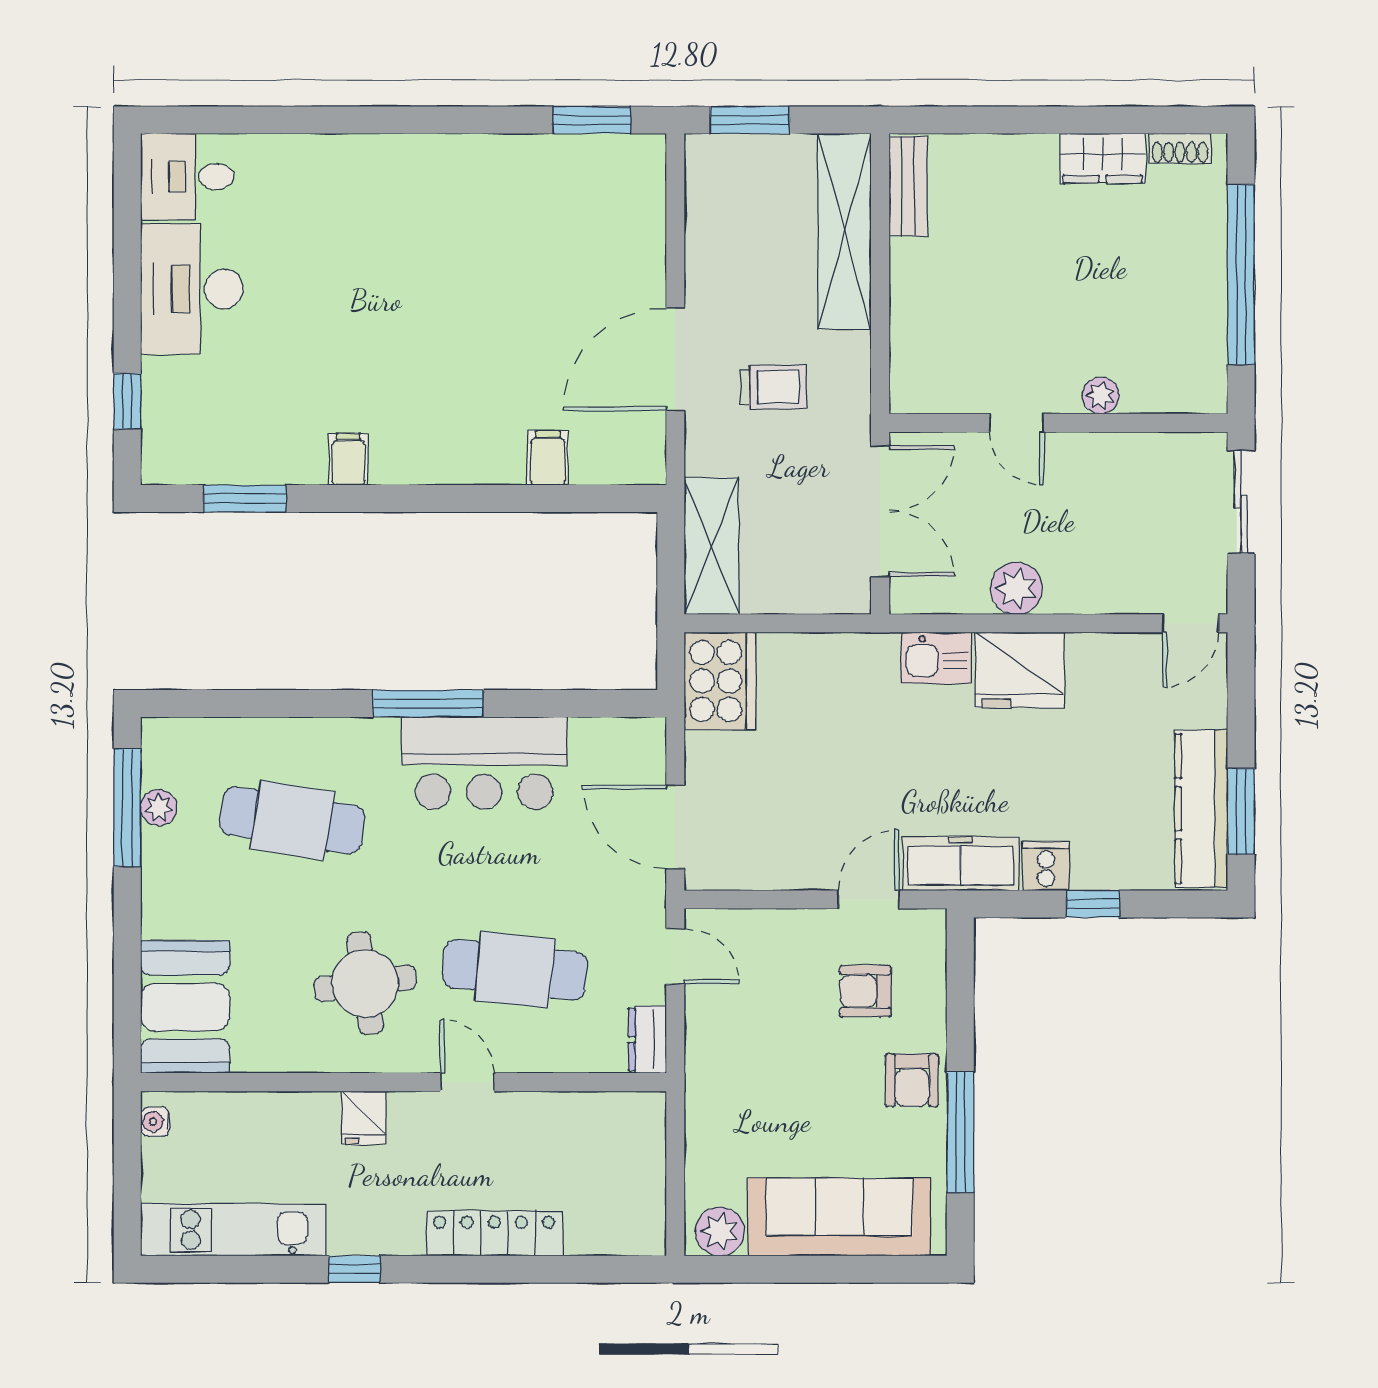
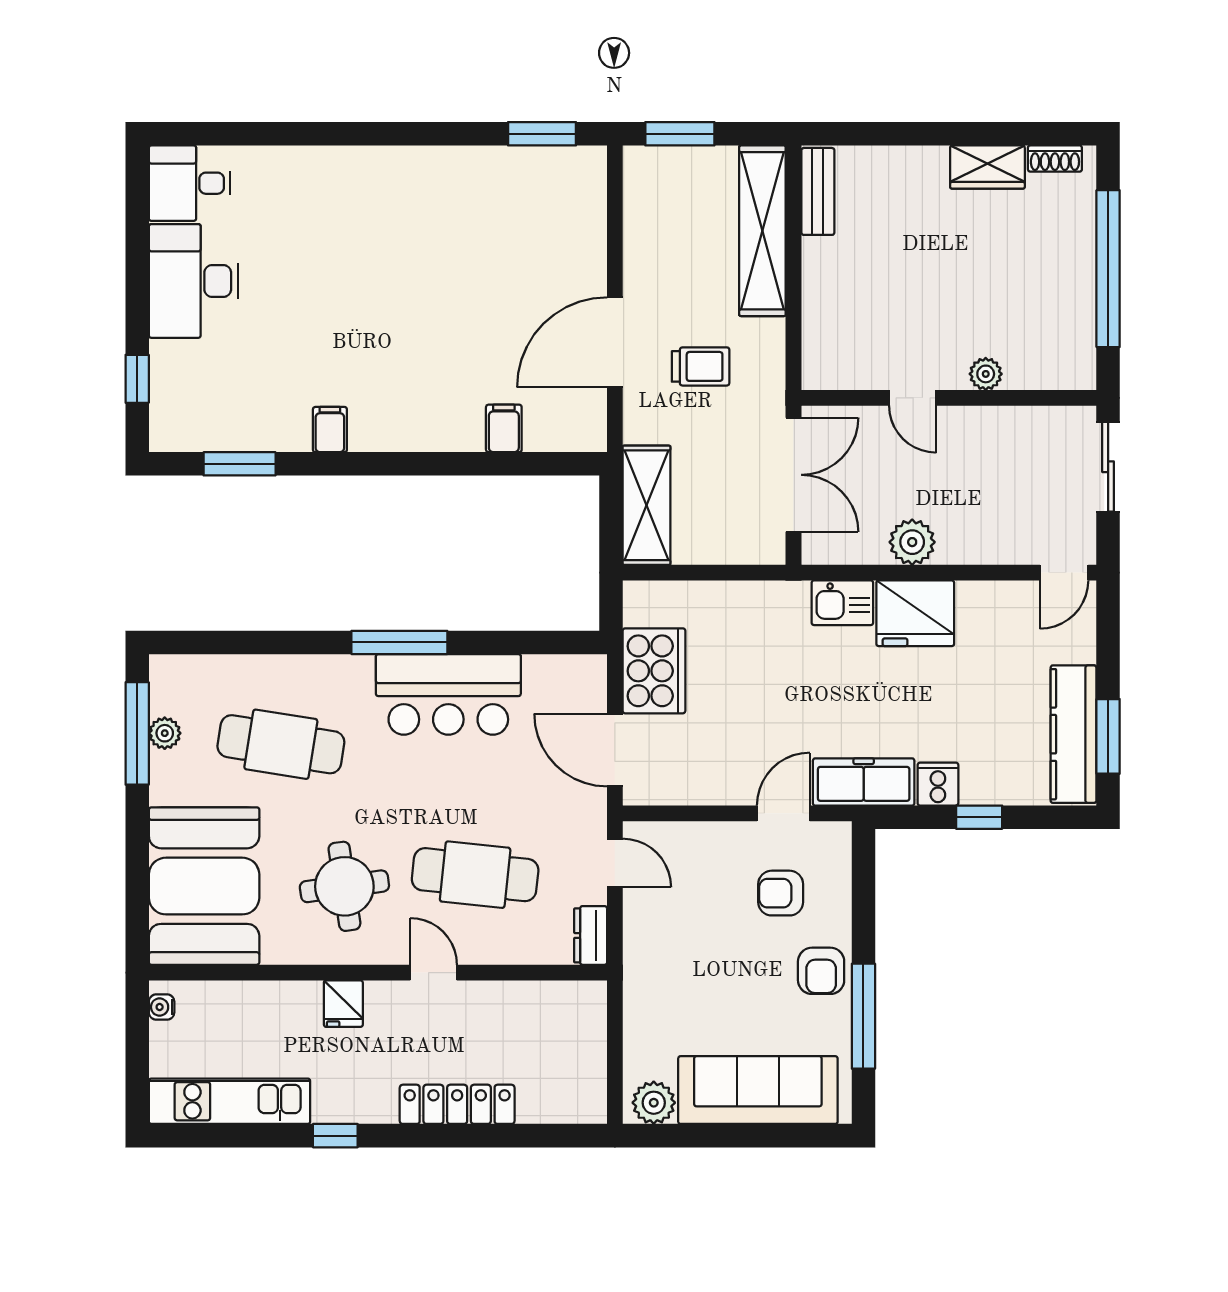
cooker: (720, 681) -> (654, 671), moved
booth: (185, 1007) -> (204, 886), width x1.36, depth x1.42

